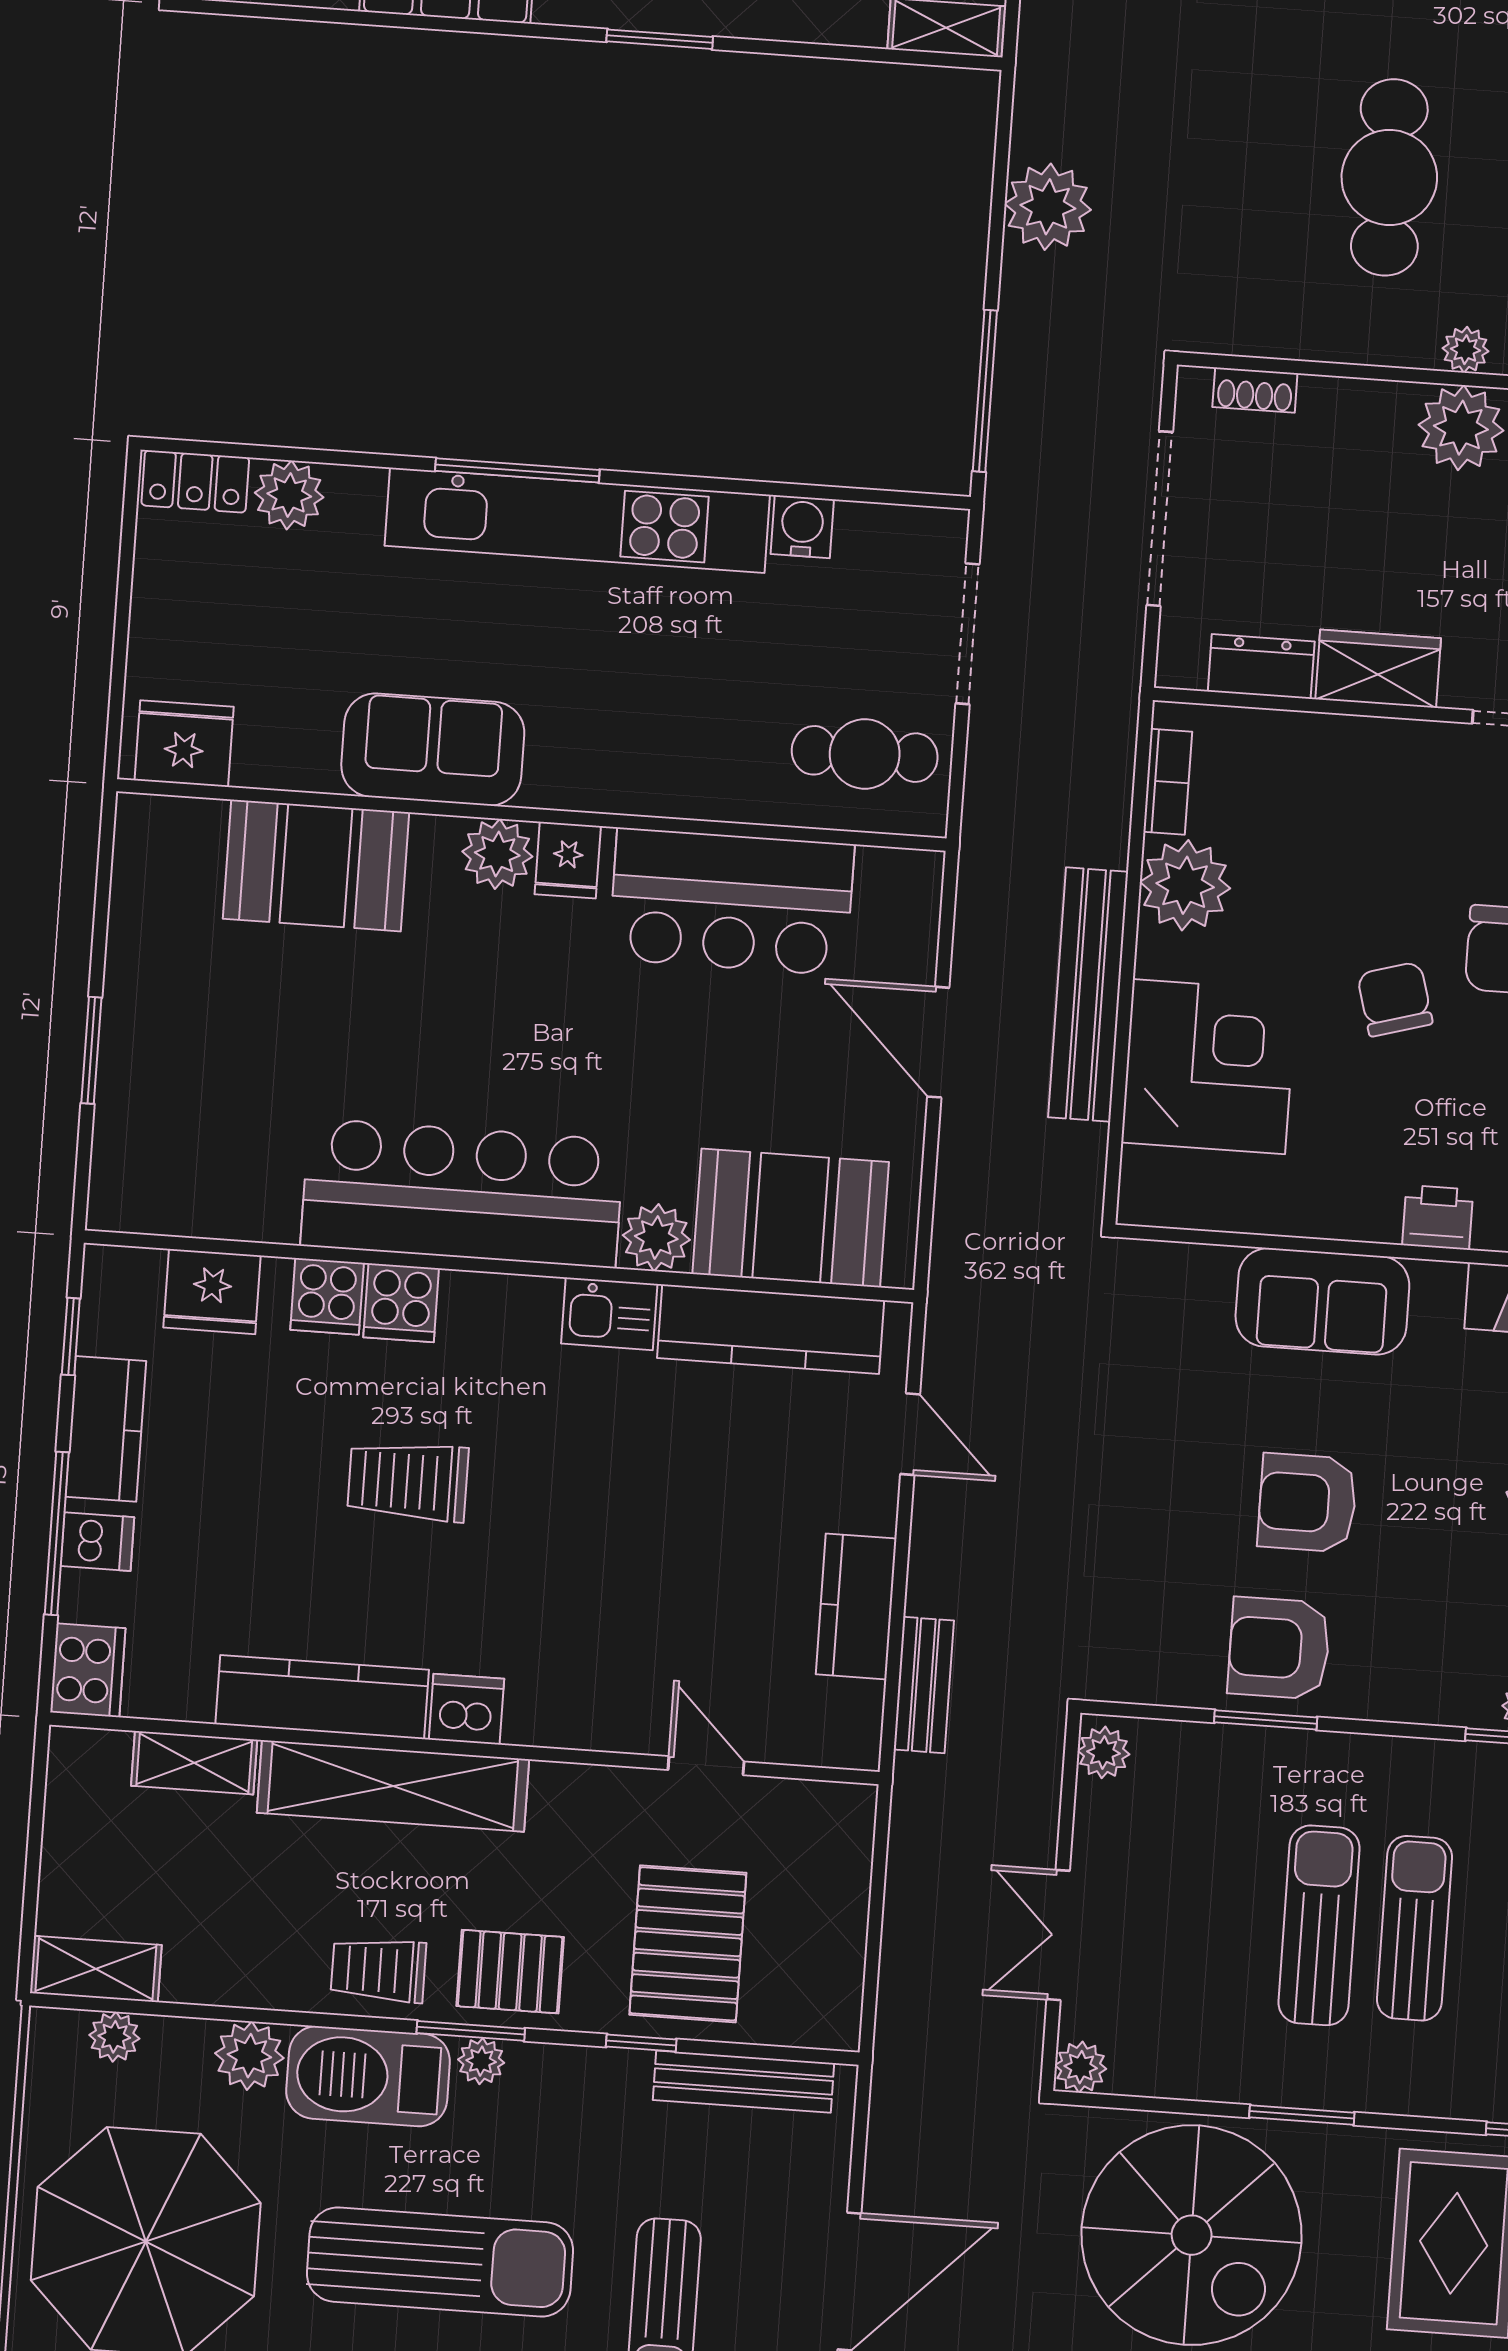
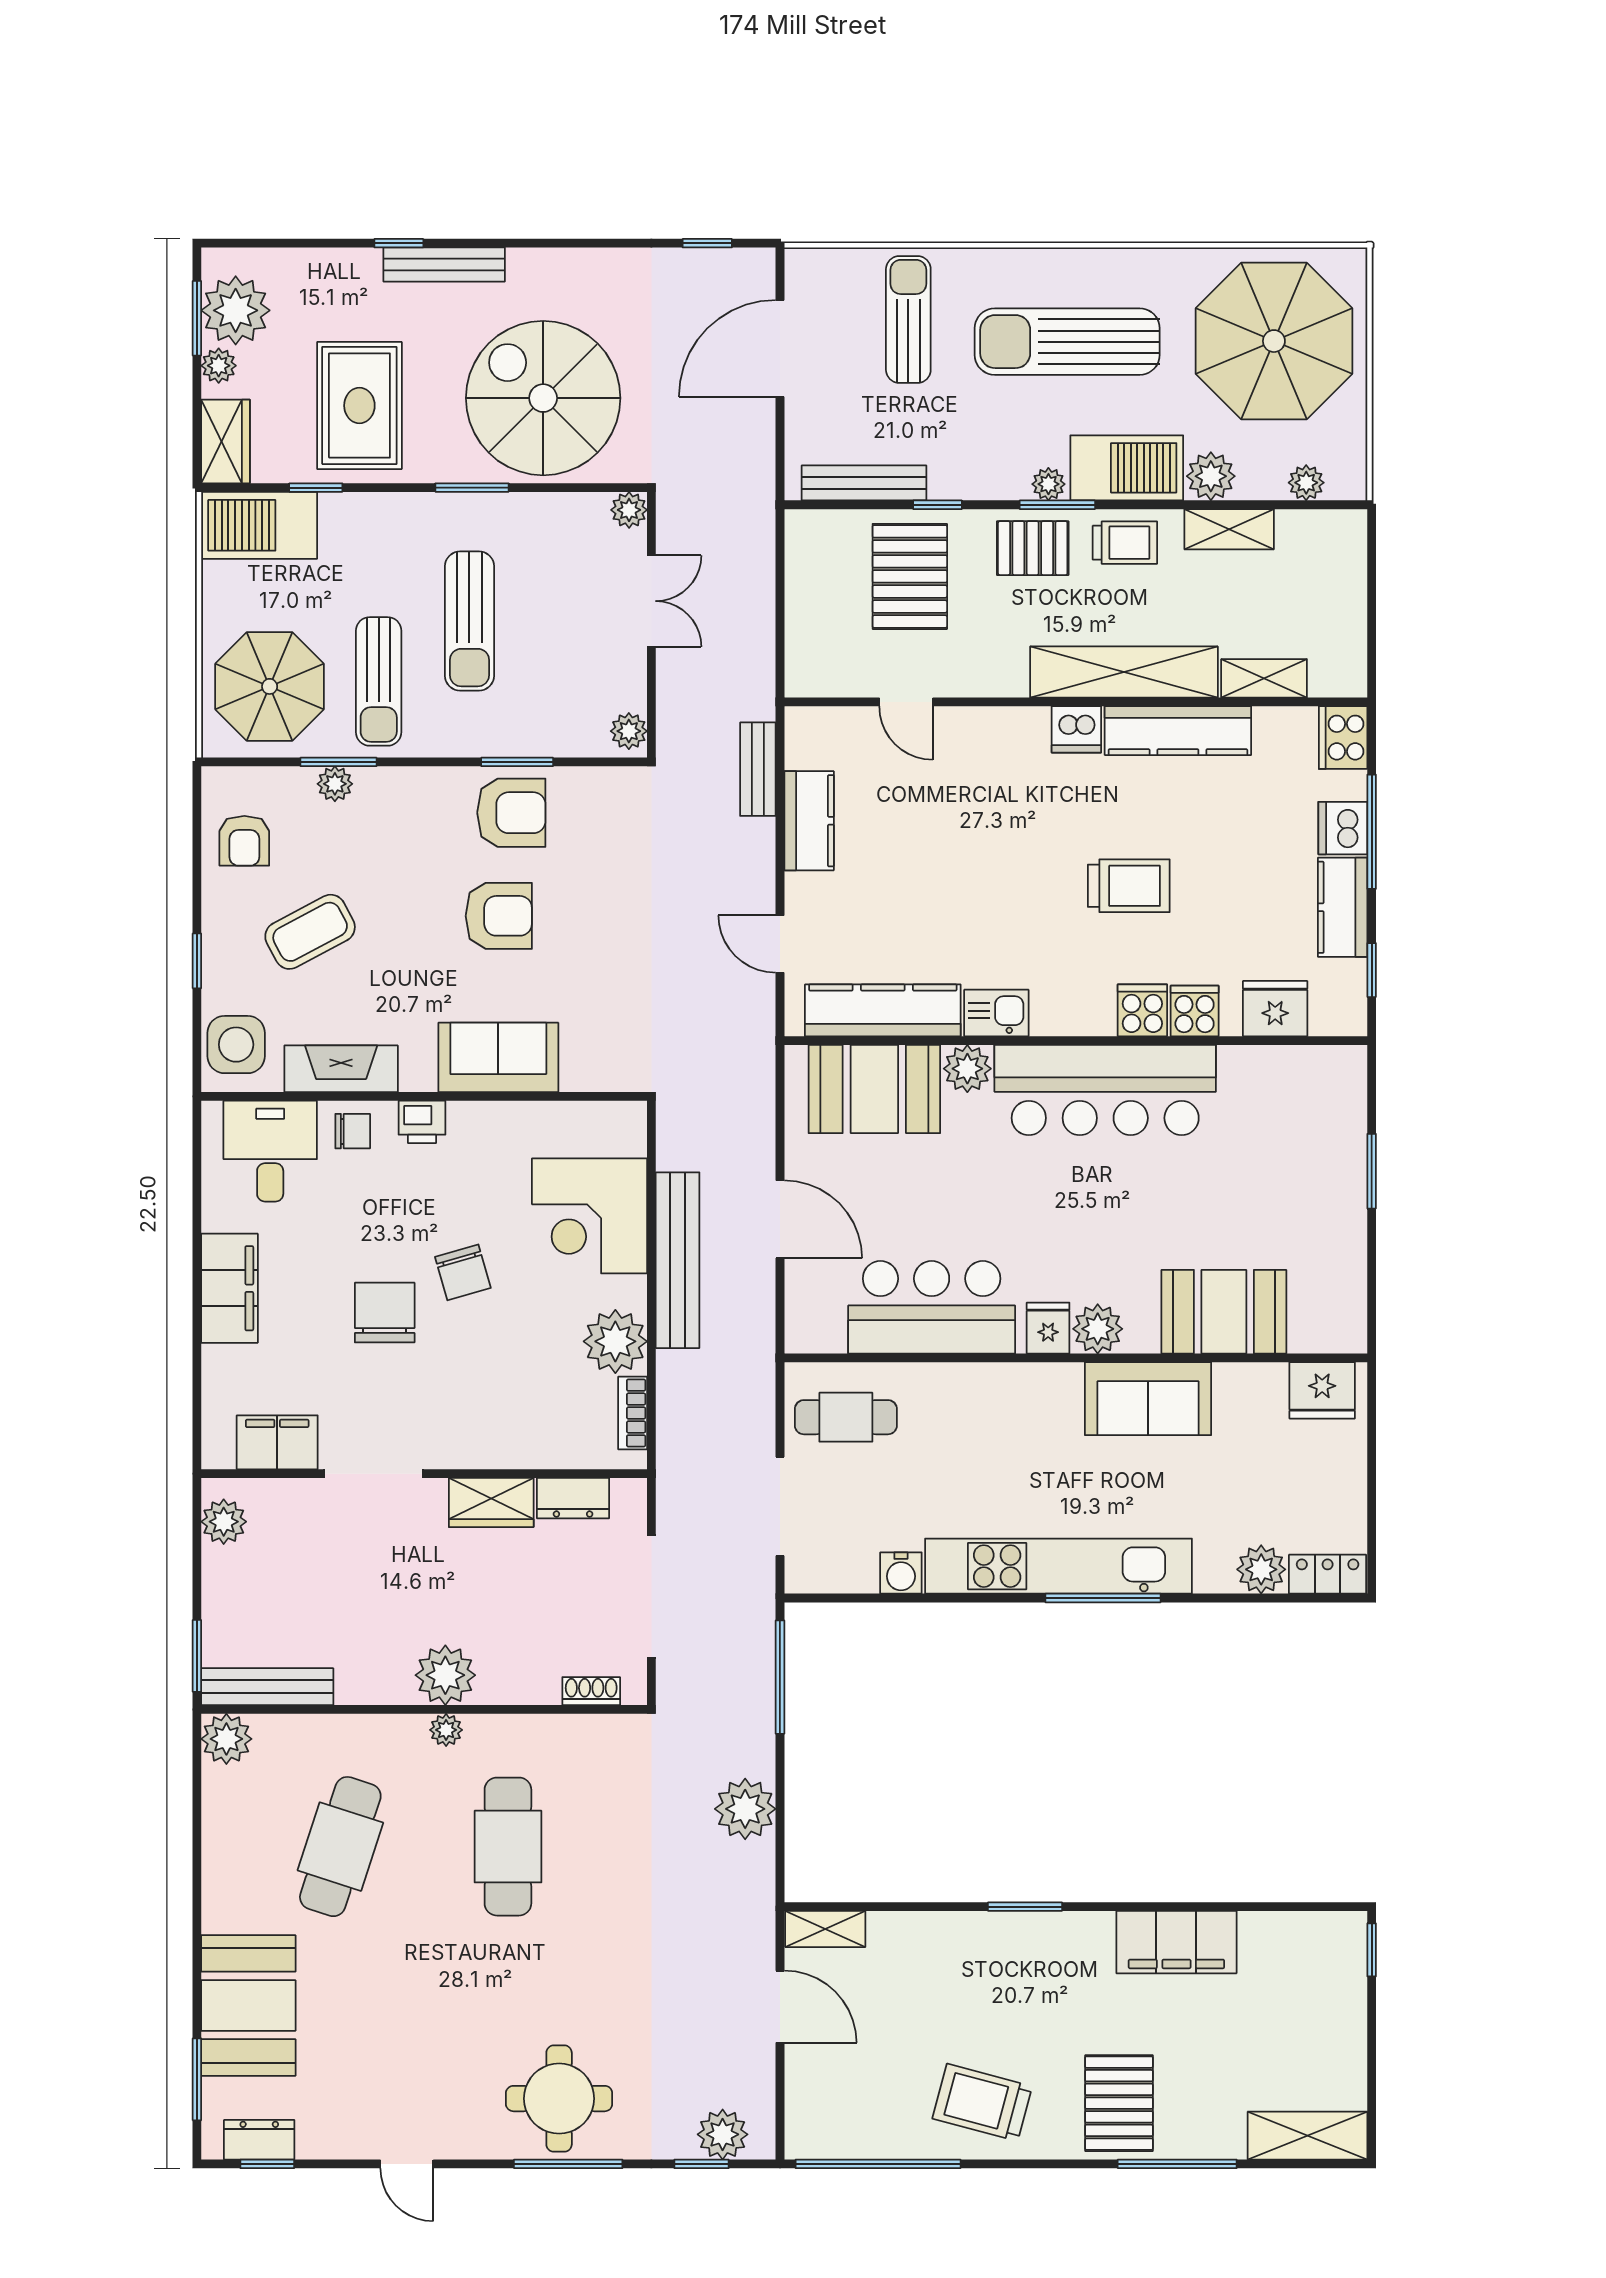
dishwasher: (97, 1542) -> (1343, 828), width x1.38
sun lounger: (1414, 1928) -> (379, 681), moved
shelving: (96, 1969) -> (1229, 529), moved

